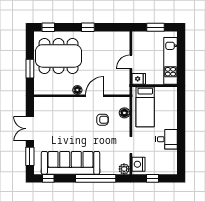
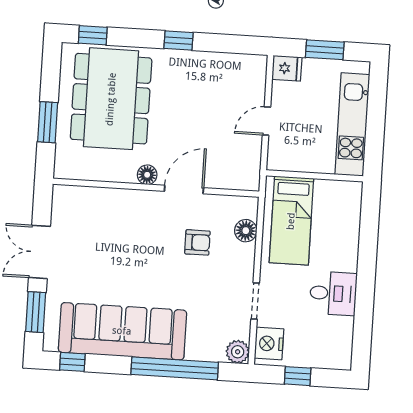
dining table: (58, 56) -> (111, 99), turned 90
fridge: (139, 79) -> (287, 68), moved

